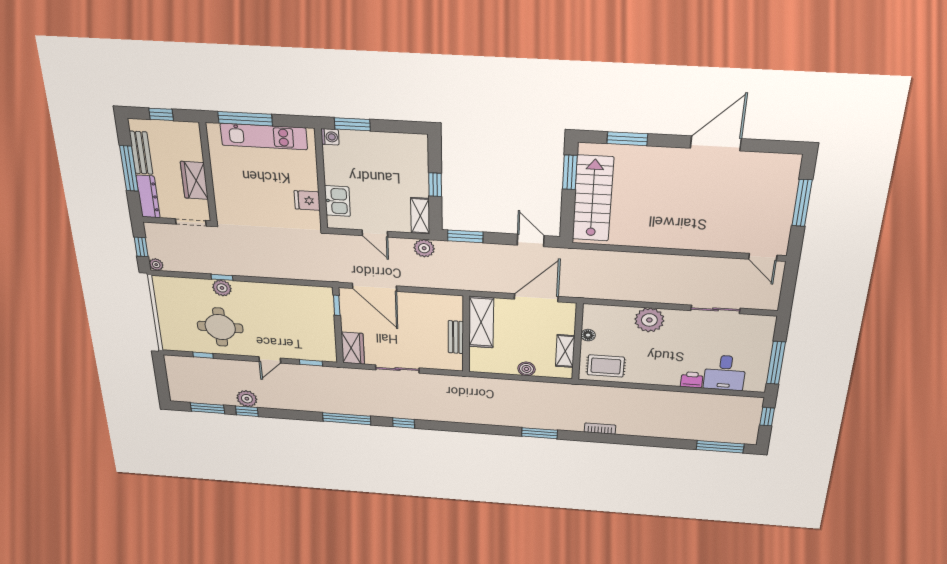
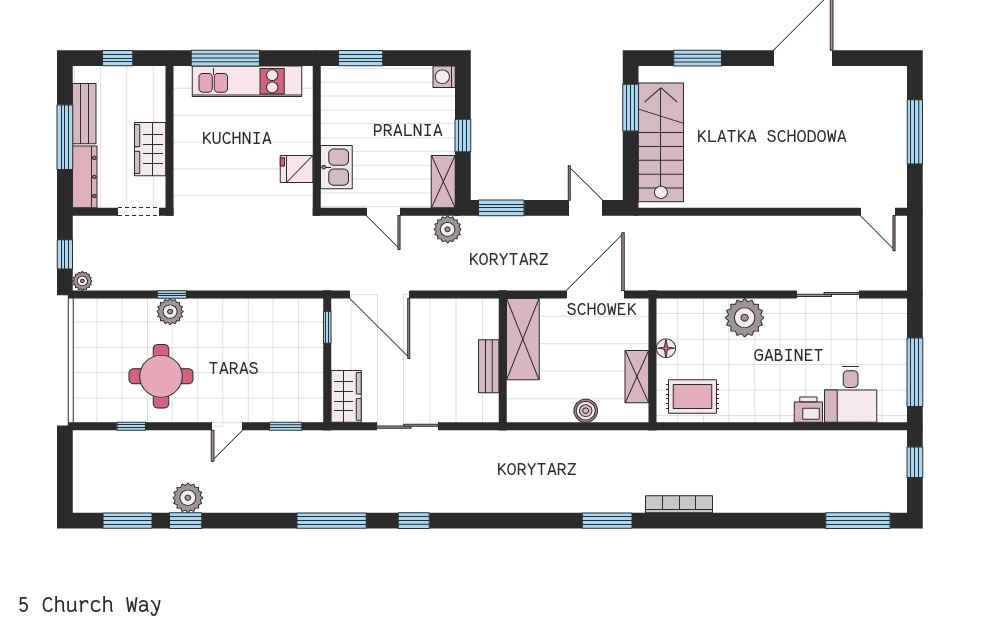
washing machine: (330, 137) -> (444, 77), moved, turned 180
bookcase: (600, 429) -> (679, 504), width x1.56

